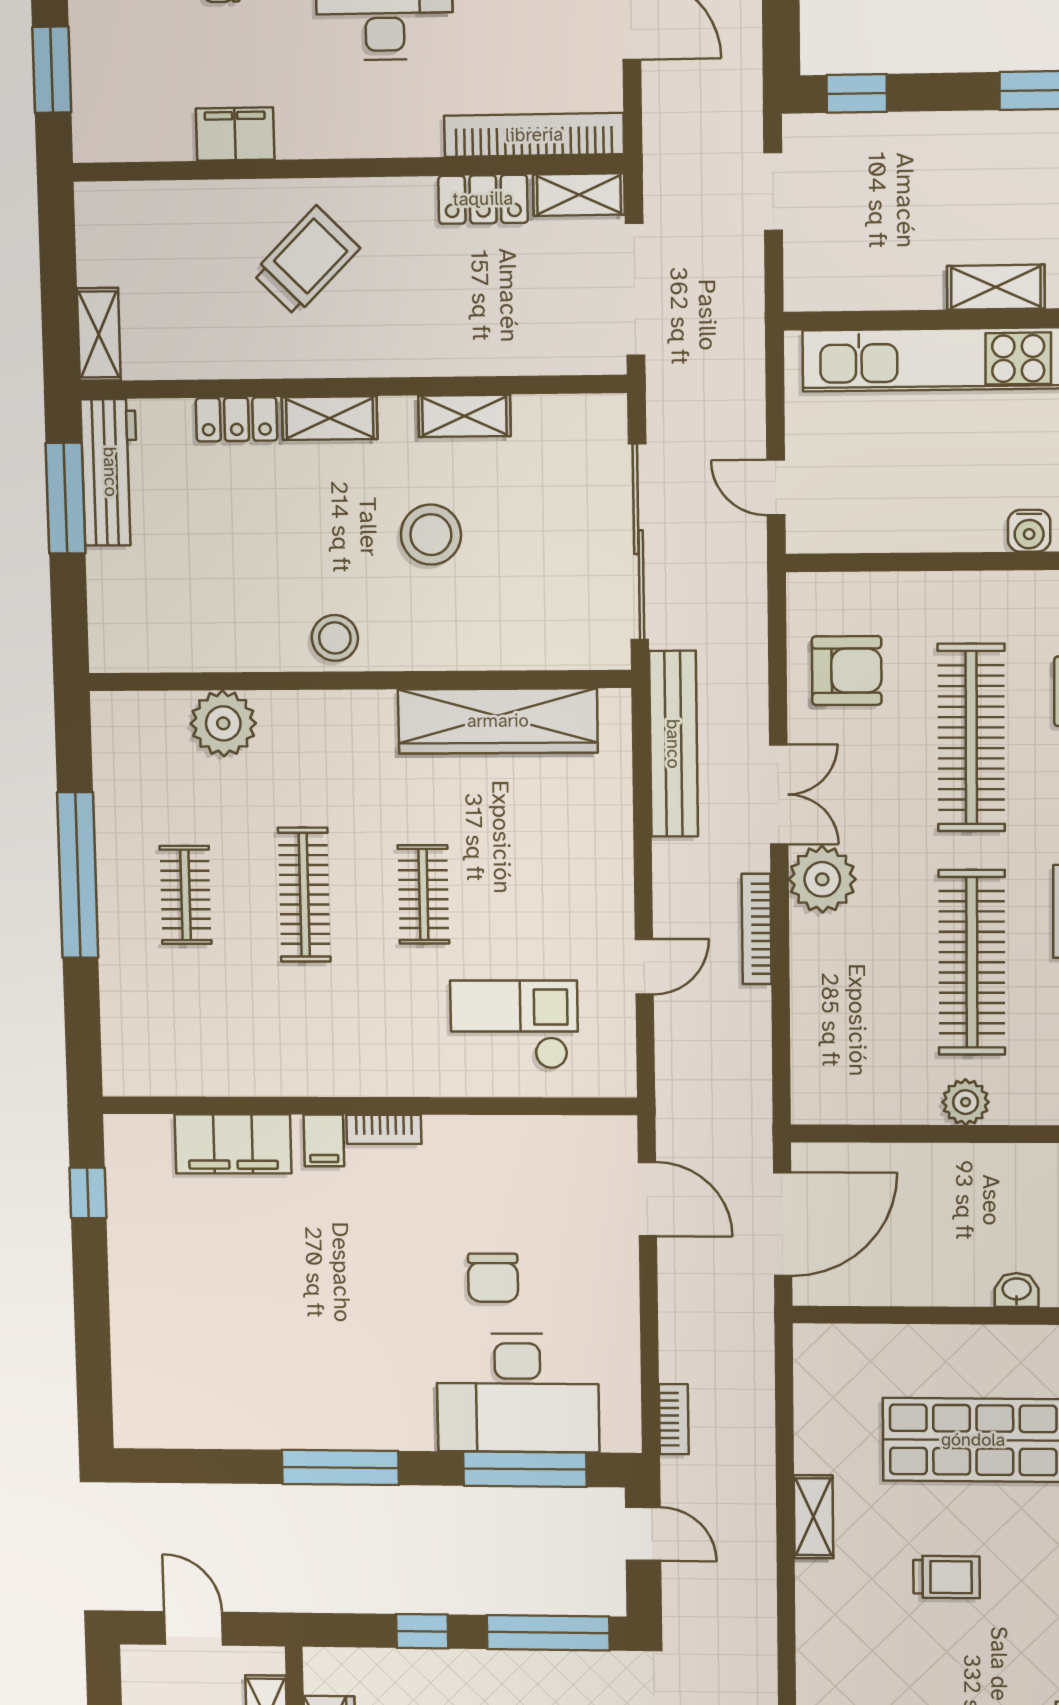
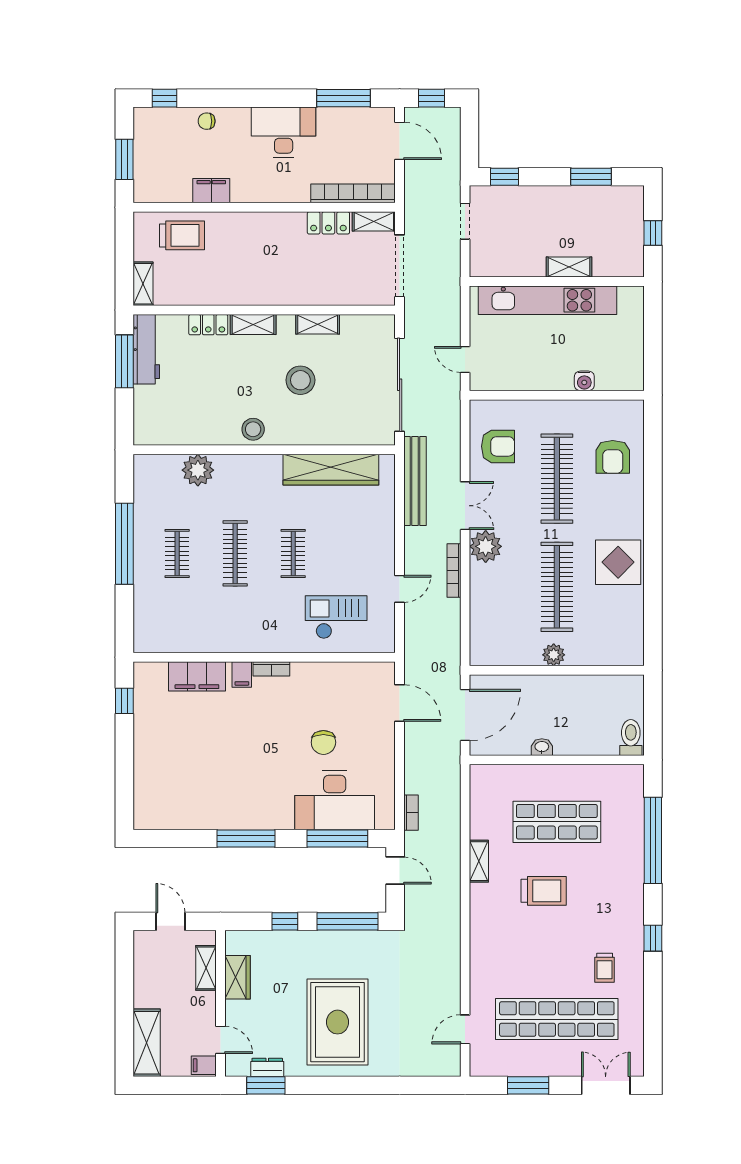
trolley: (306, 261) -> (182, 235), moved, turned 45
washbasin: (1017, 1290) -> (542, 747), moved
trolley: (946, 1577) -> (544, 891), width x1.36, depth x1.39

